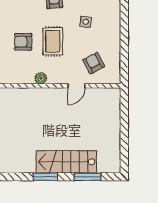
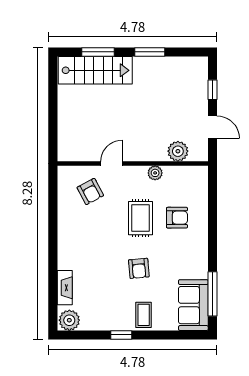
side table: (86, 22) -> (100, 242), removed
plant: (22, 96) -> (178, 151), added
stairs: (66, 162) -> (95, 70), moved

